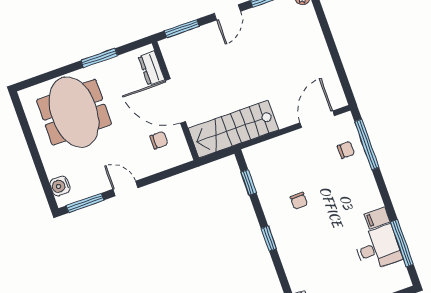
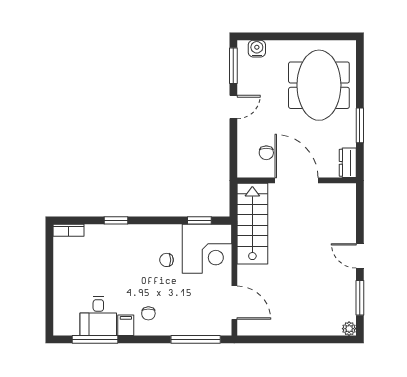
window: (182, 29) -> (360, 209), removed
dresser: (151, 68) -> (348, 163), moved, turned -90
door: (175, 101) -> (297, 180), hinge flipped
meeting table: (74, 112) -> (319, 85), turned 90
chair: (346, 150) -> (148, 313), moved
corner desk: (274, 165) -> (207, 249), added
window: (269, 238) -> (116, 220), moved

